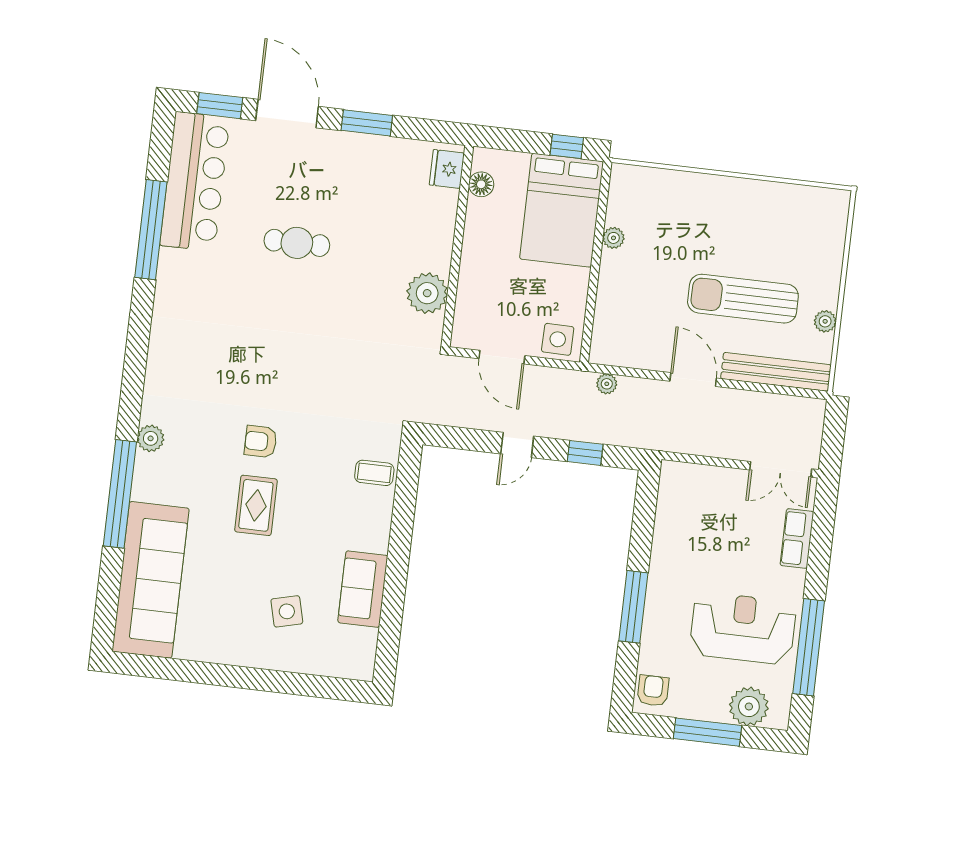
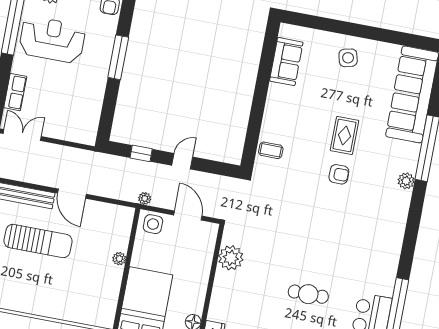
plant: (613, 238) -> (119, 259), moved
plant: (607, 384) -> (145, 198), moved
sofa: (363, 589) -> (286, 62), moved
side table: (287, 611) -> (348, 58), moved
reception desk: (743, 628) -> (52, 40), turned 180

